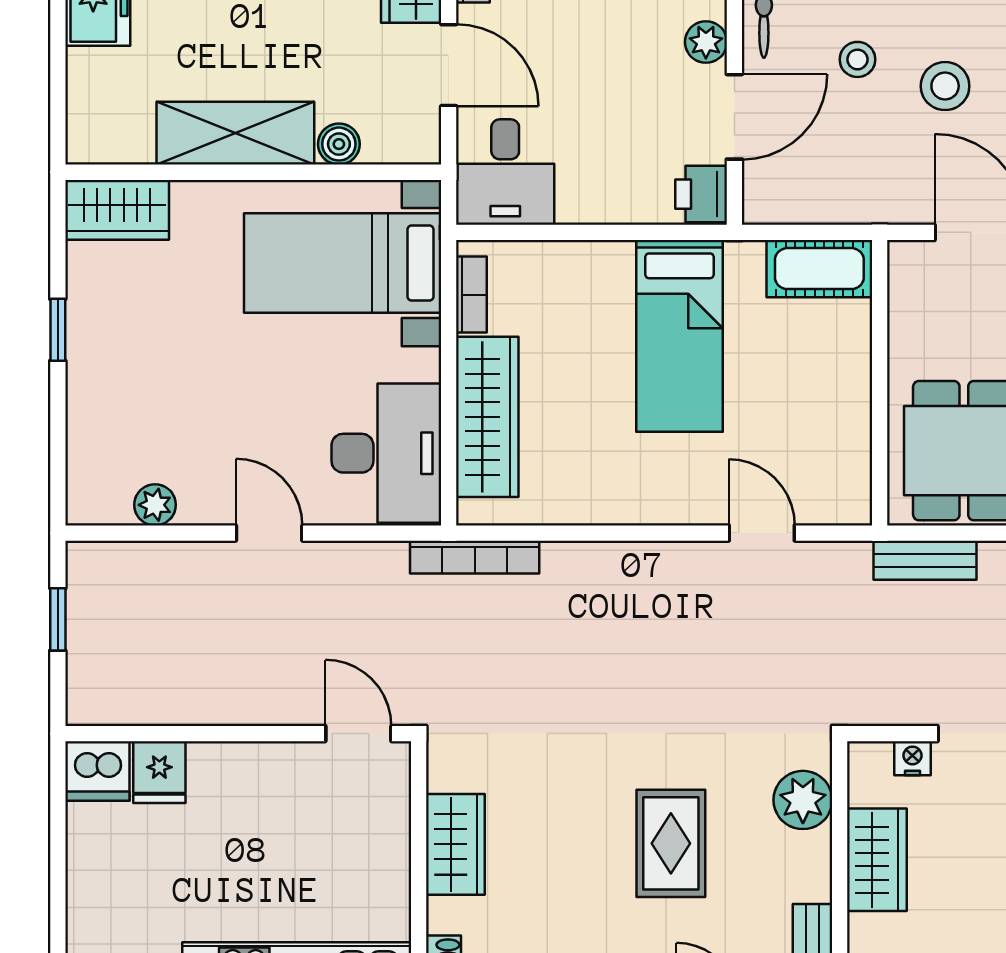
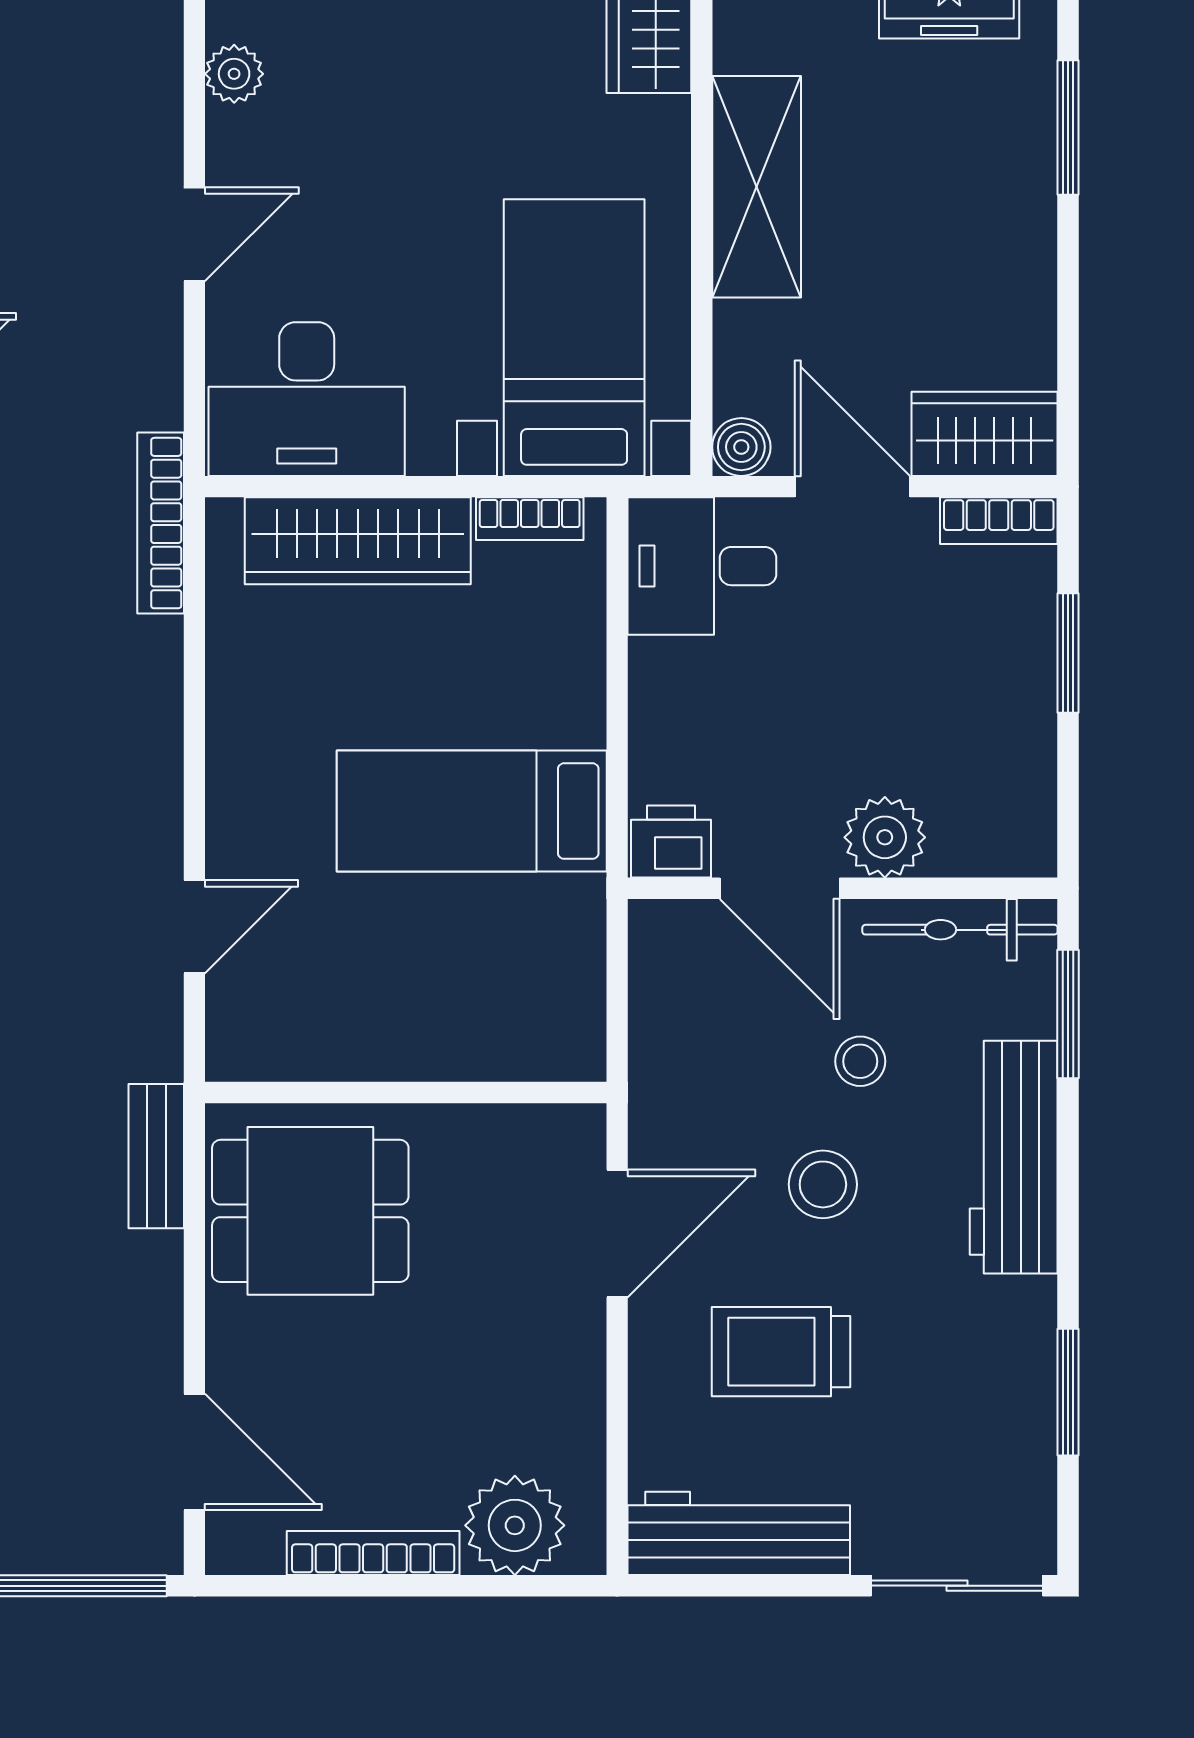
plant: (706, 42) -> (885, 837), width x1.38, depth x1.38
door: (449, 65) -> (852, 487), swing flipped
boiler: (339, 144) -> (741, 447), moved
cot: (819, 269) -> (566, 1008), removed

